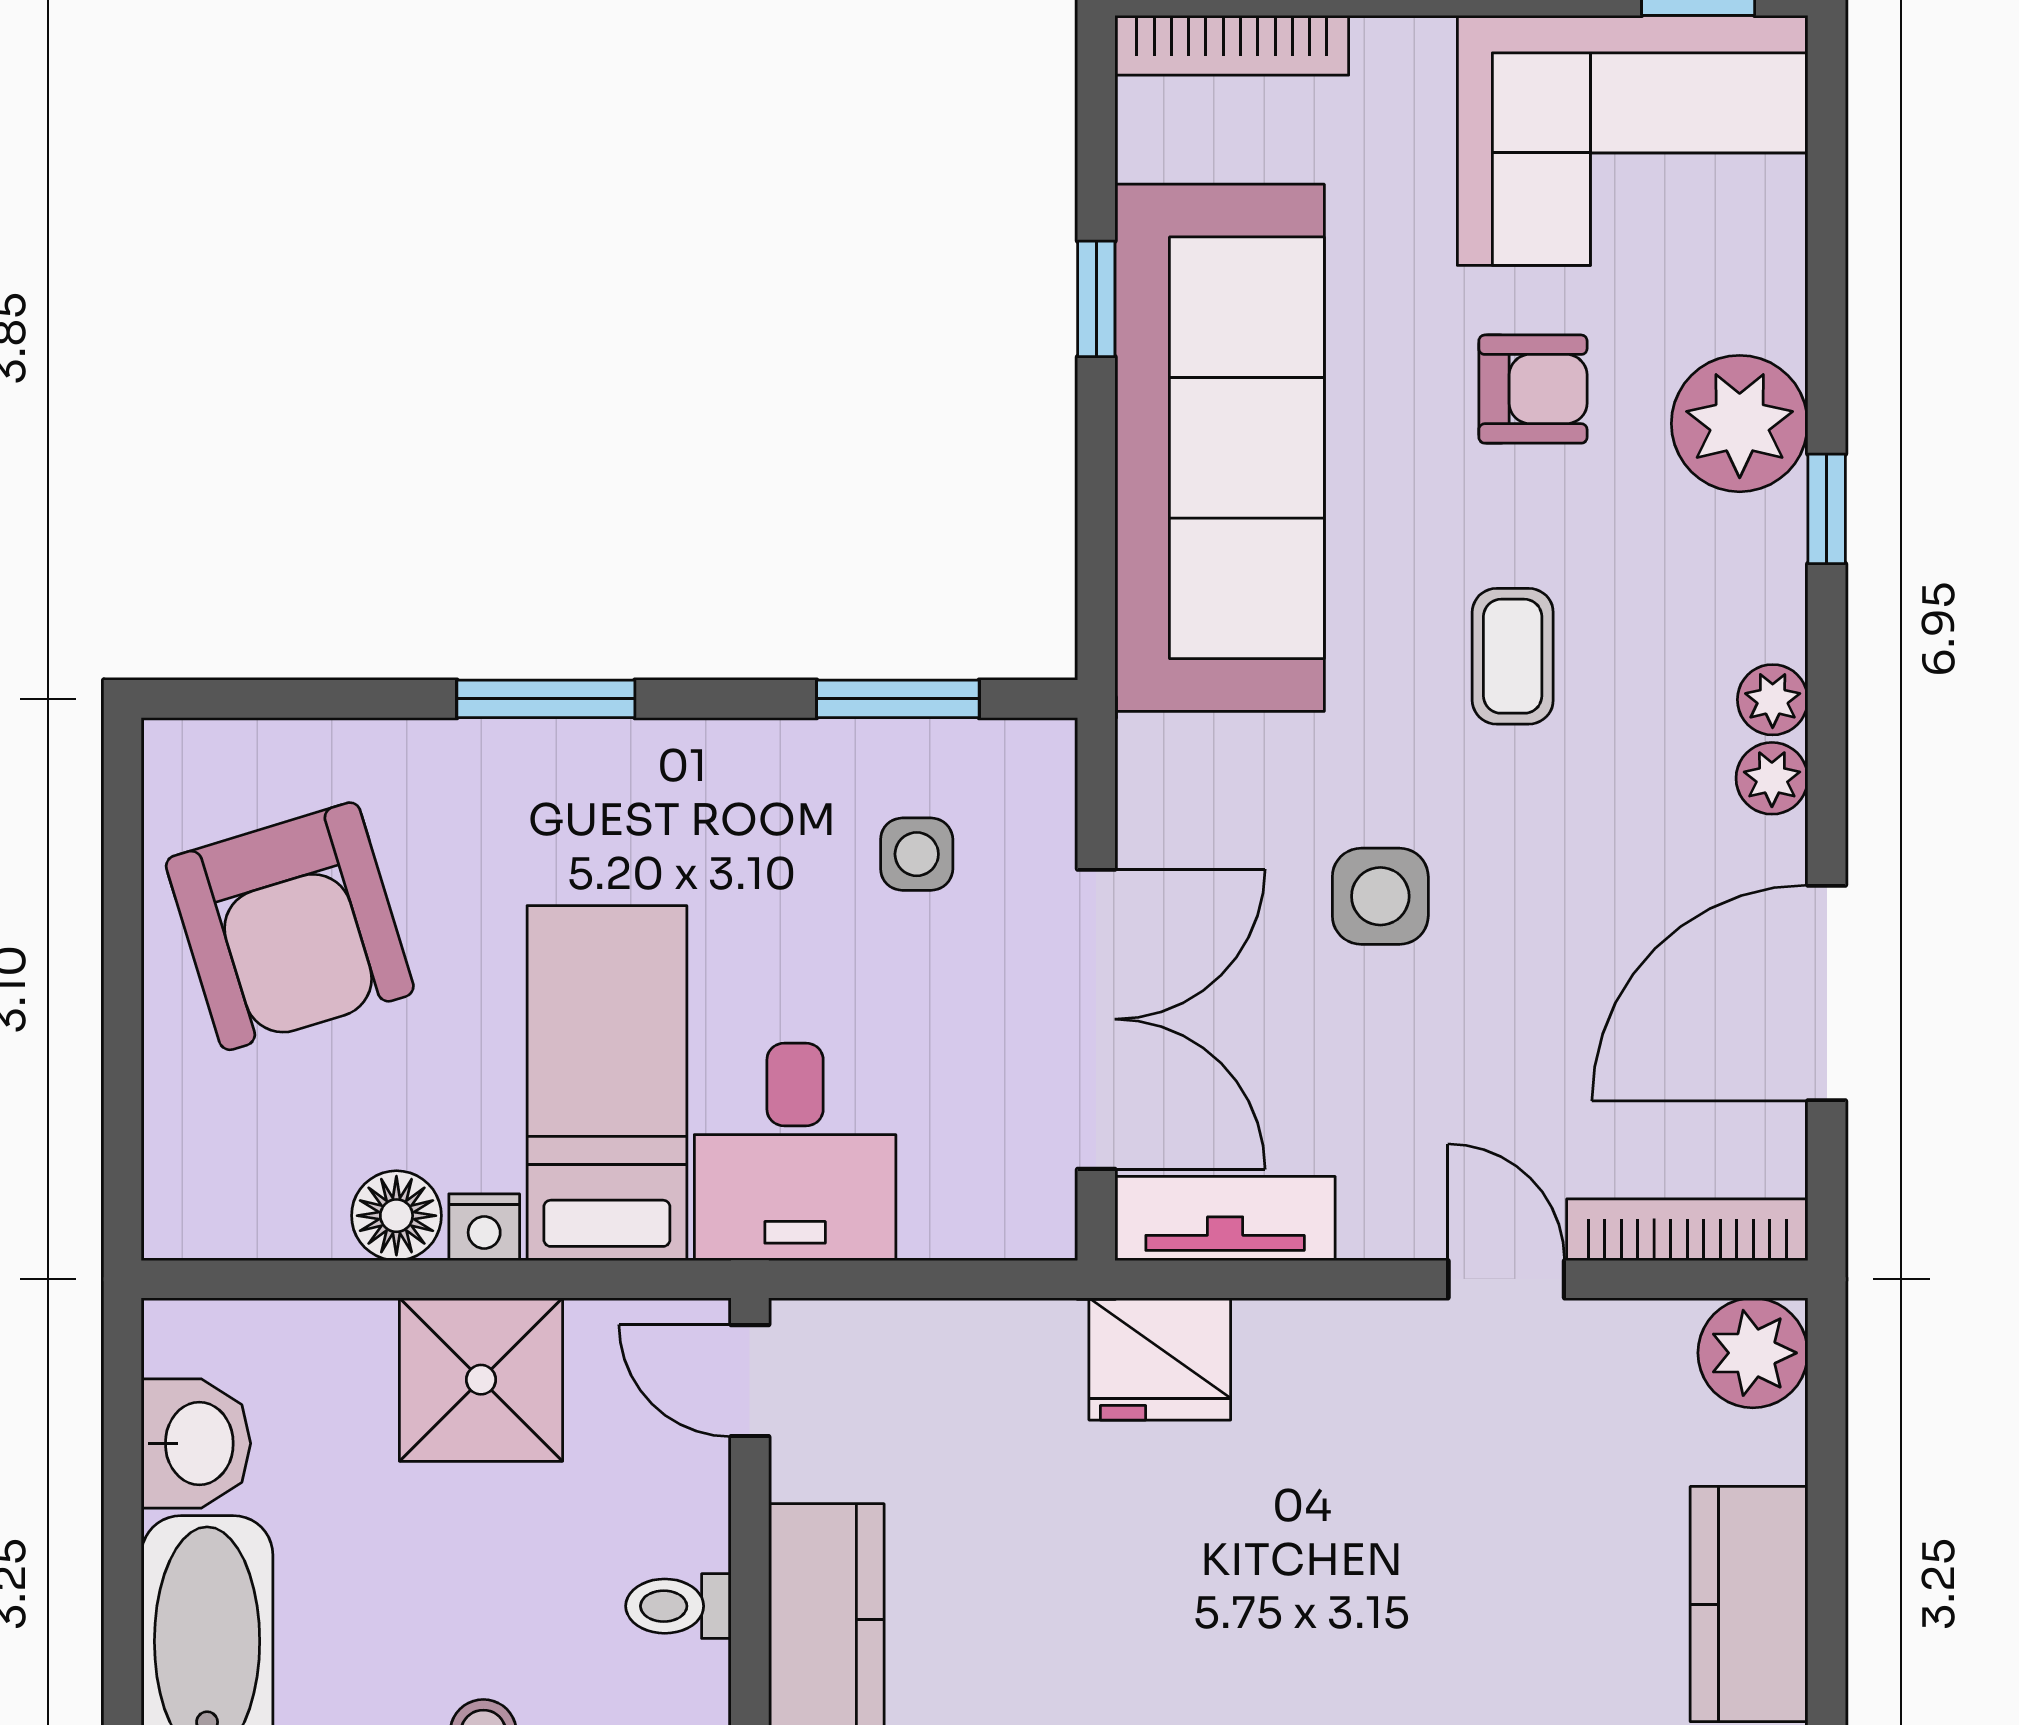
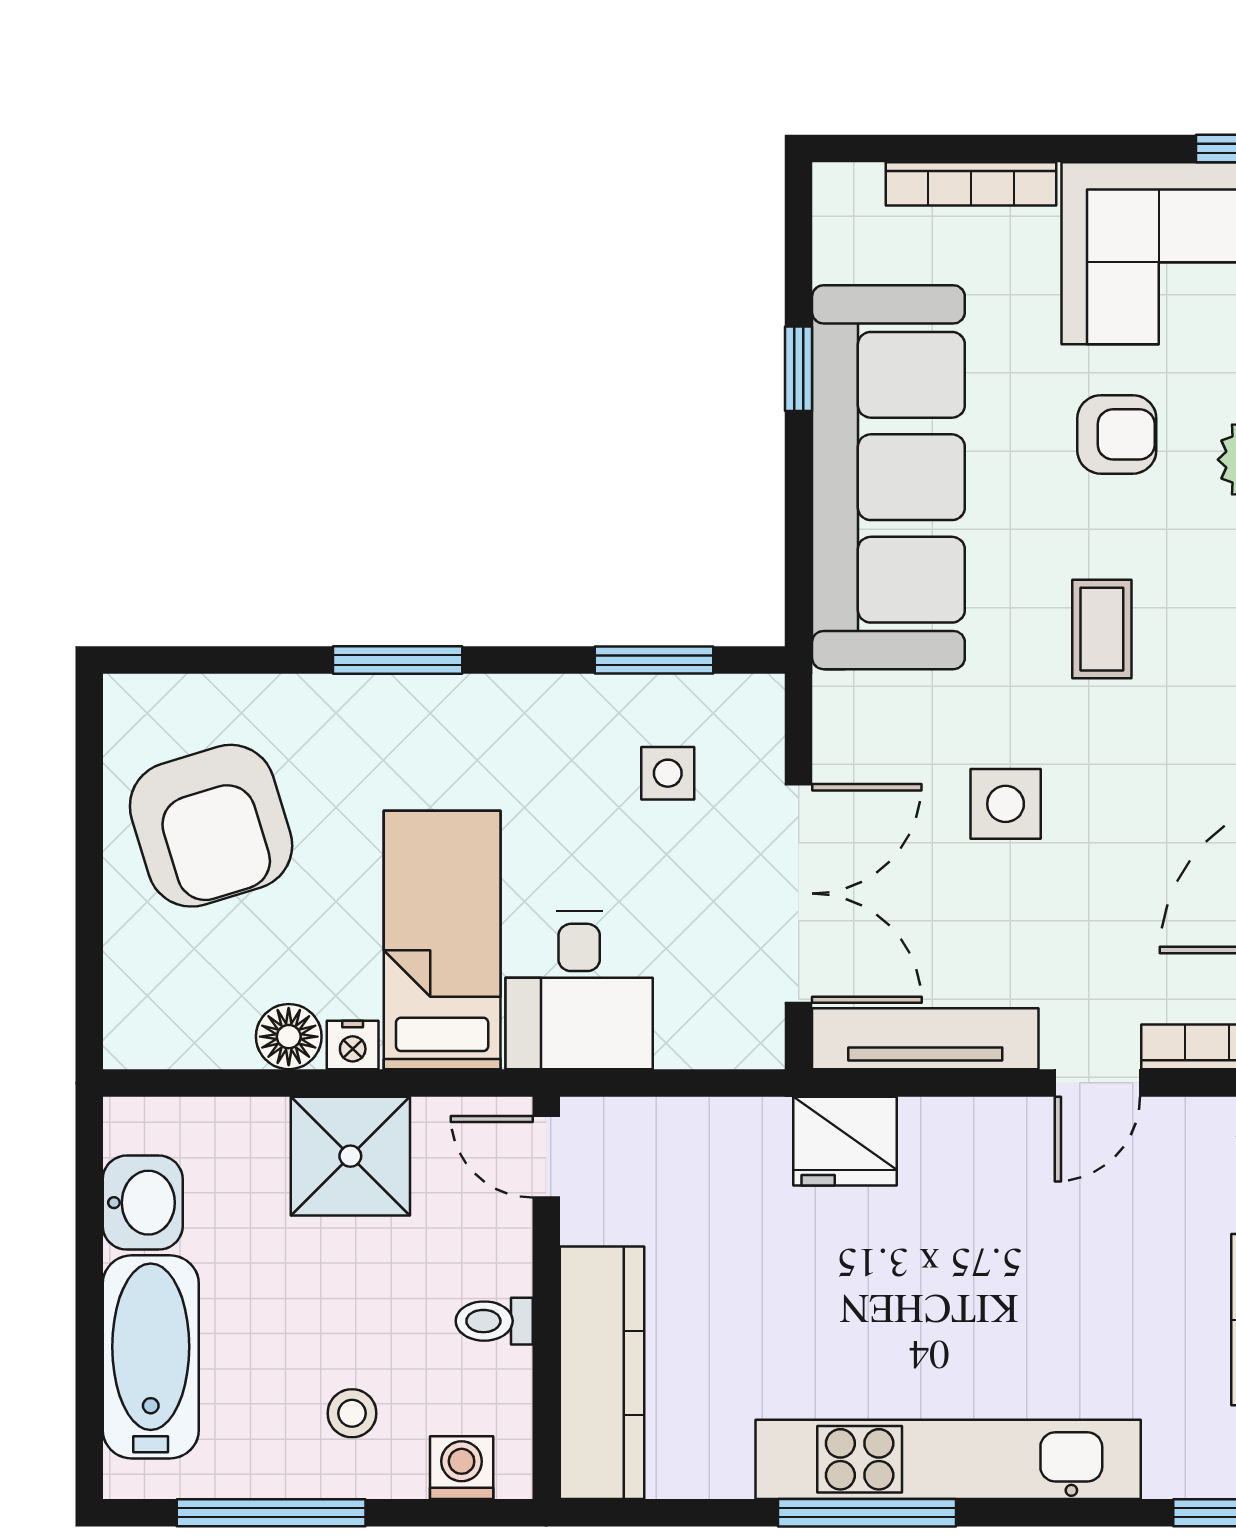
bookcase: (1232, 45) -> (971, 184), moved
tv unit: (1225, 1219) -> (925, 1039), width x1.41
door: (1506, 1279) -> (1097, 1083), swing flipped

